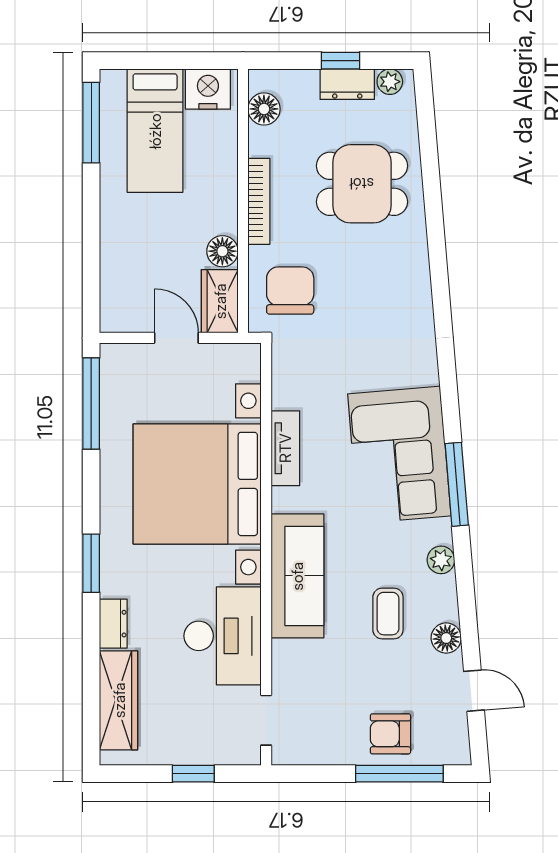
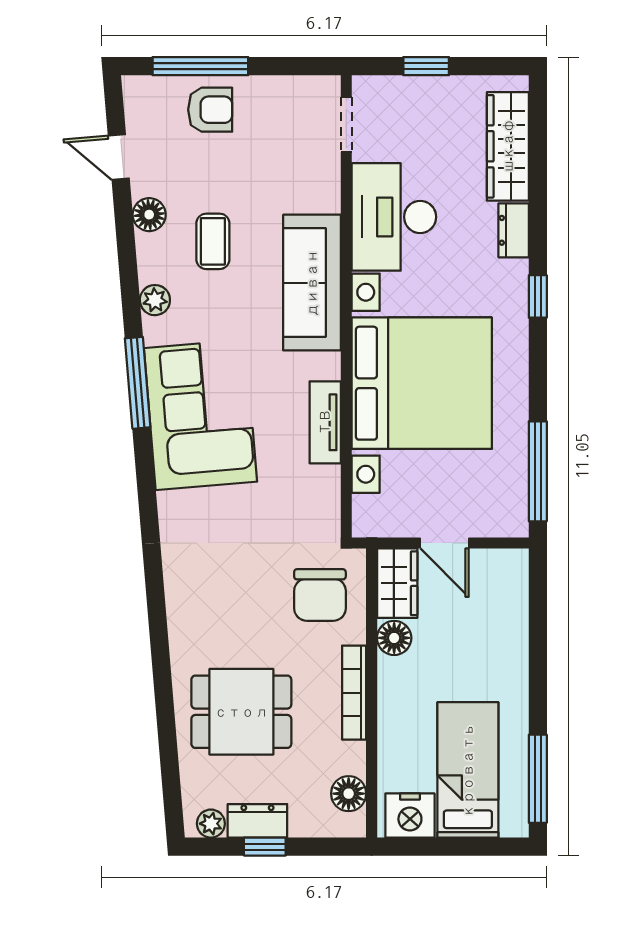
window: (91, 563) -> (538, 296), width x0.67

